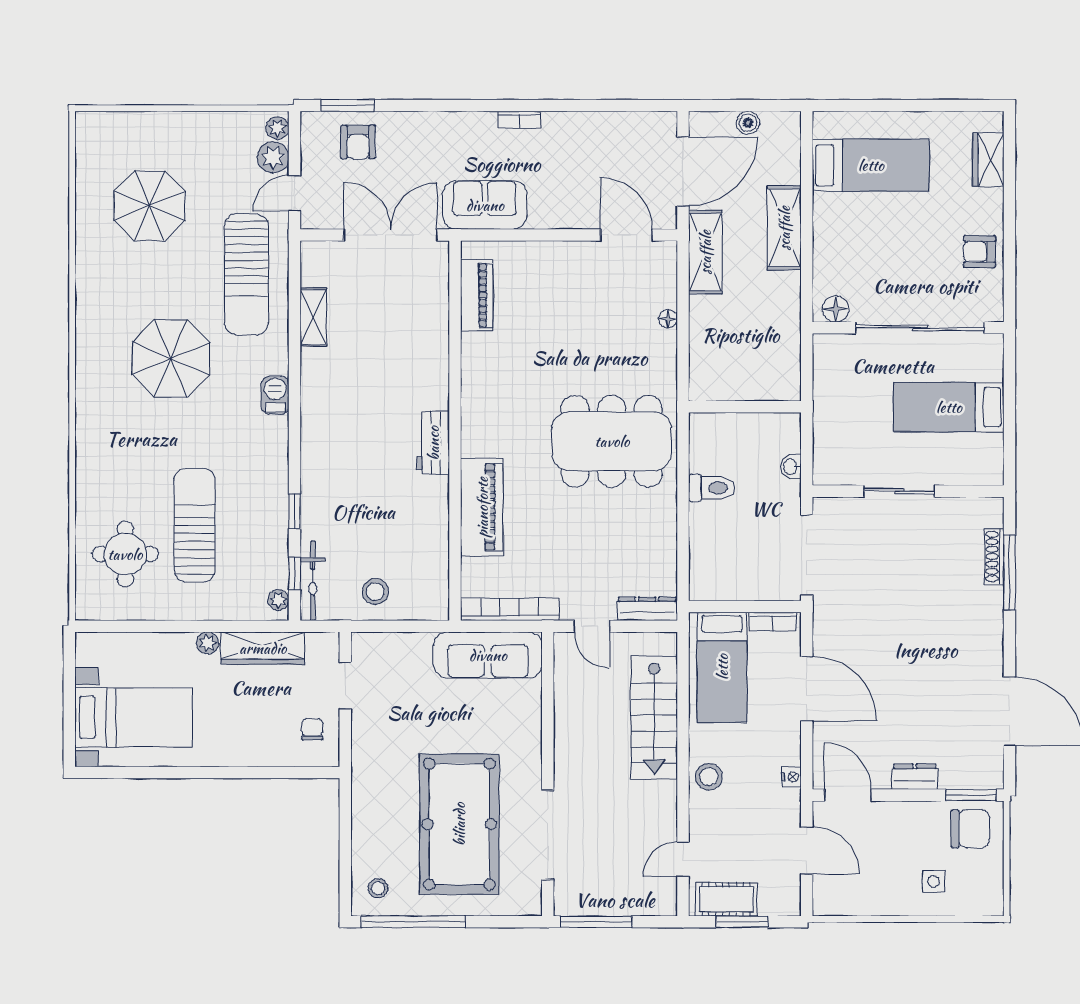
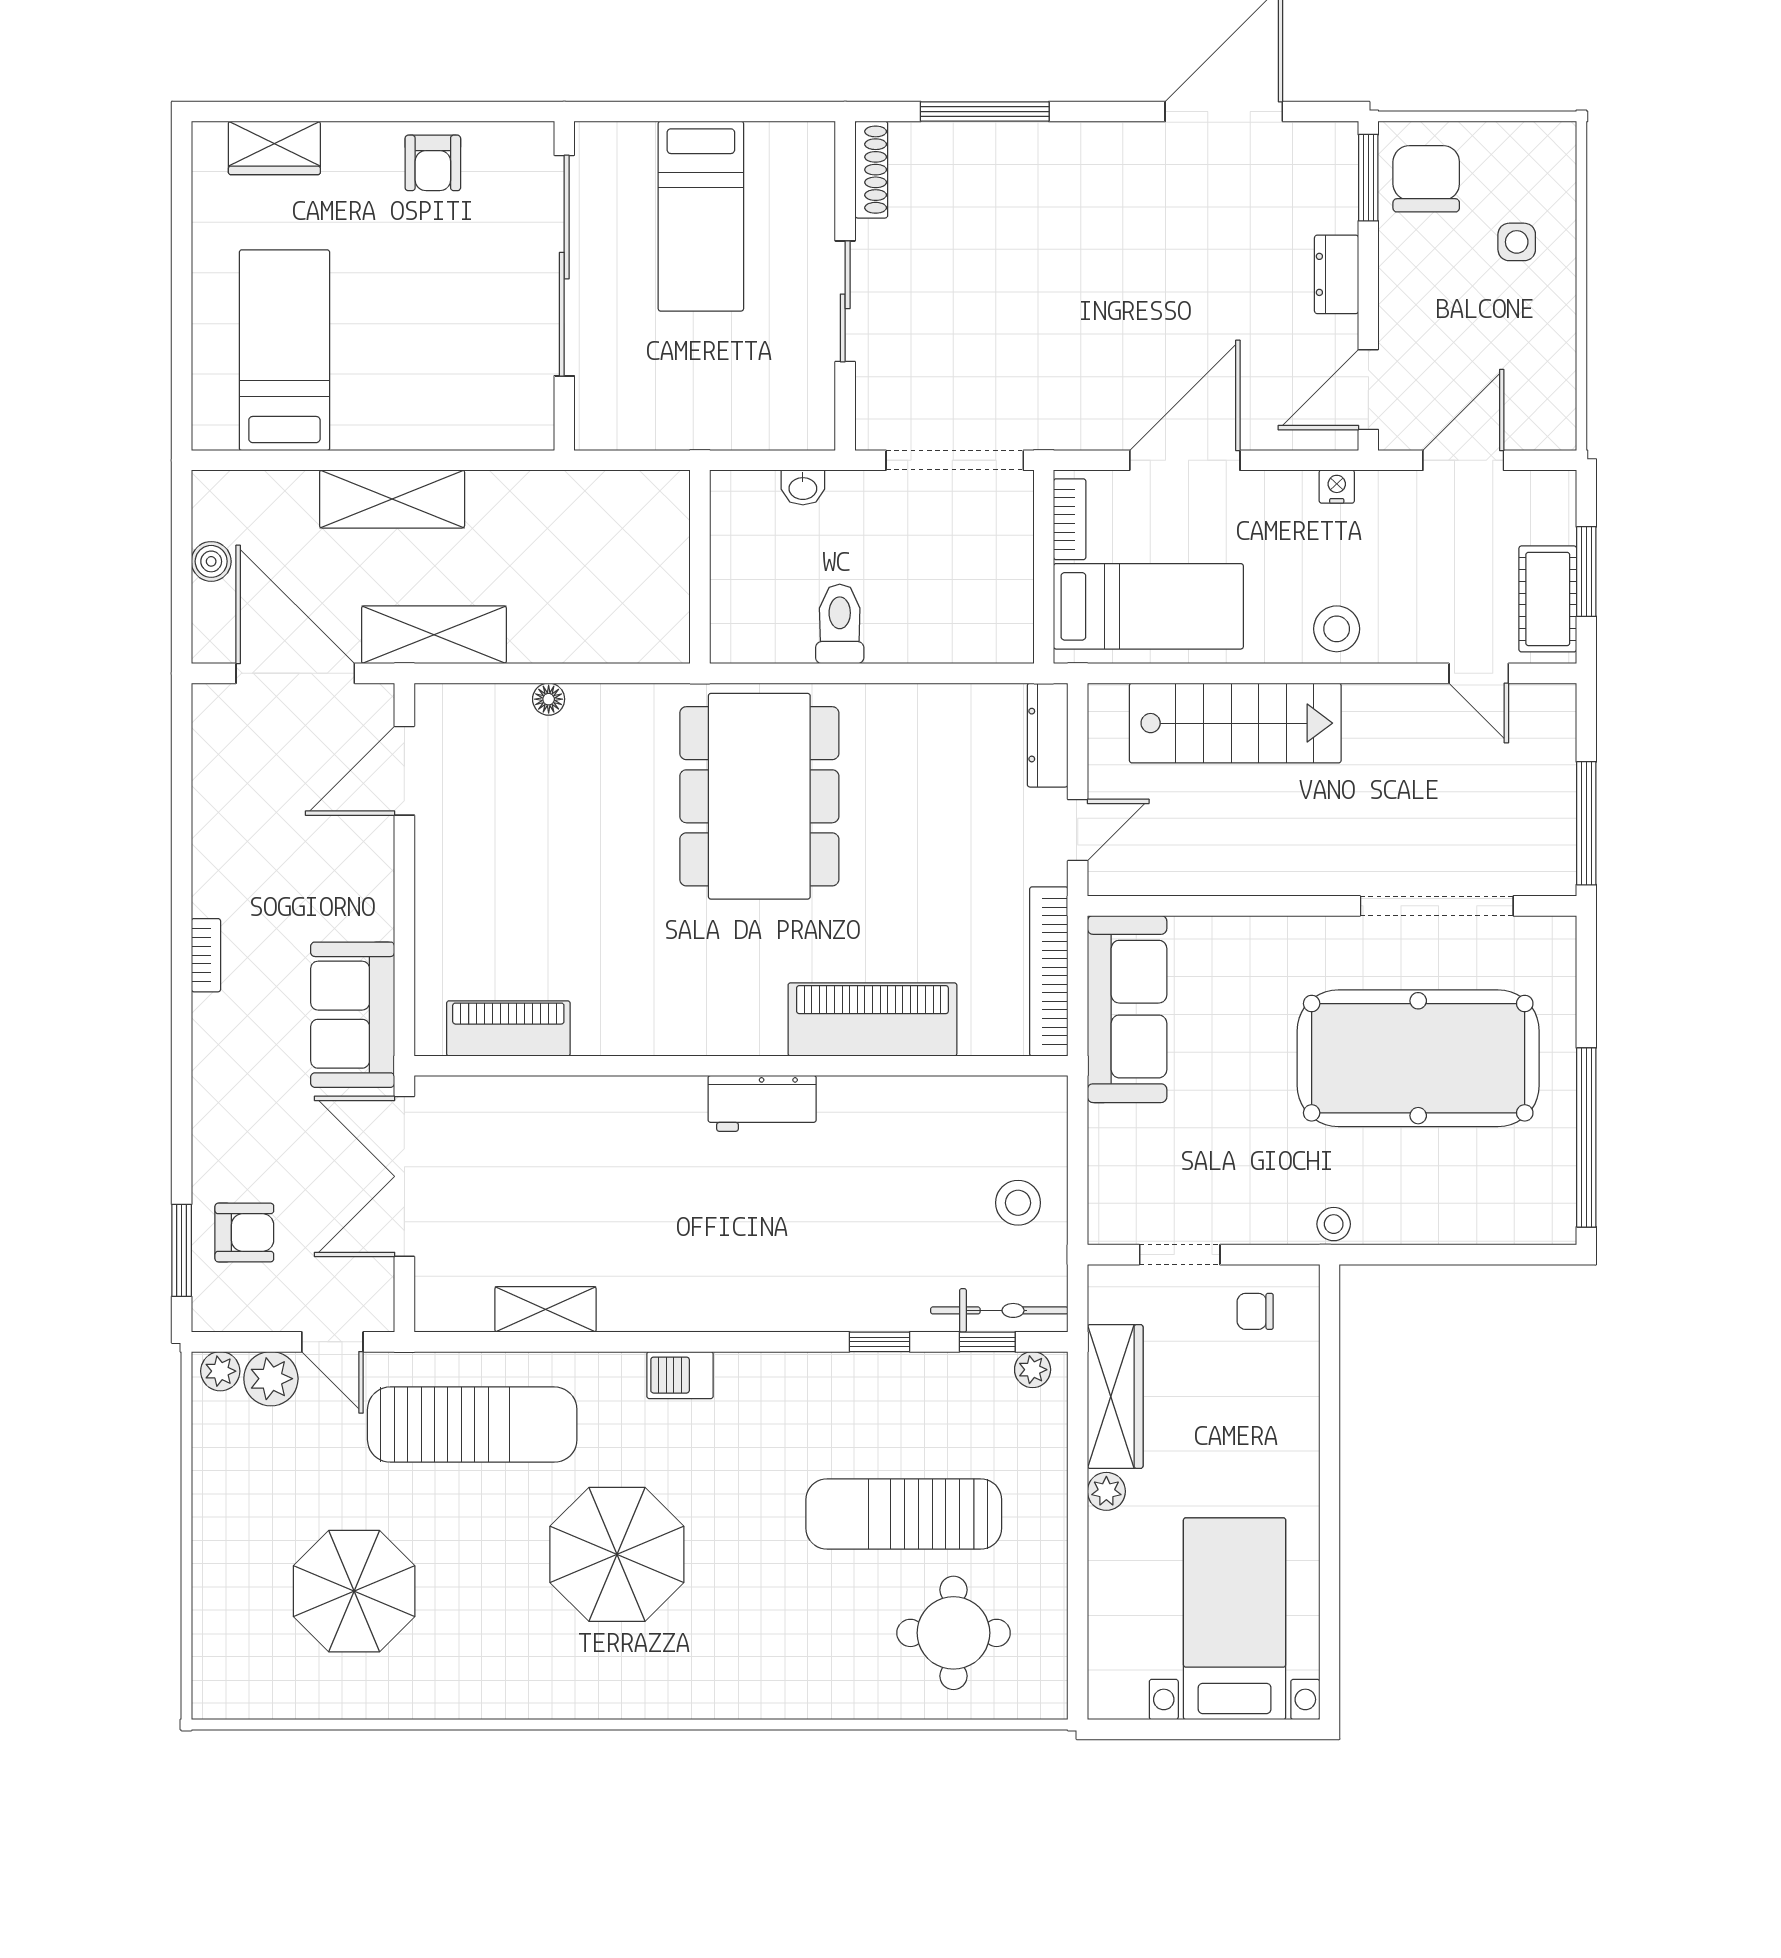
floor lamp: (835, 309) -> (532, 411), removed
shoe rack: (994, 557) -> (871, 170), moved, turned -90
stool: (378, 888) -> (1334, 1224), moved

